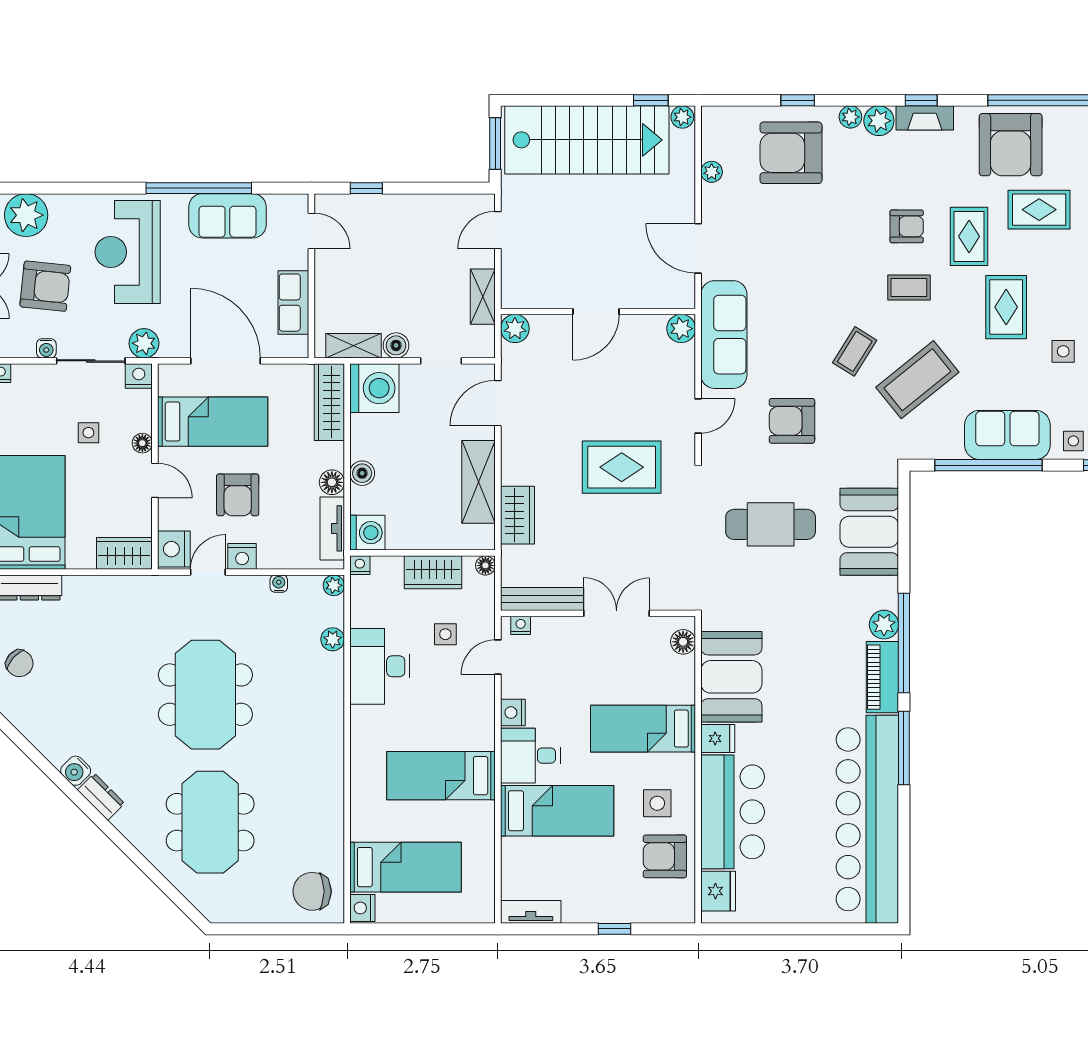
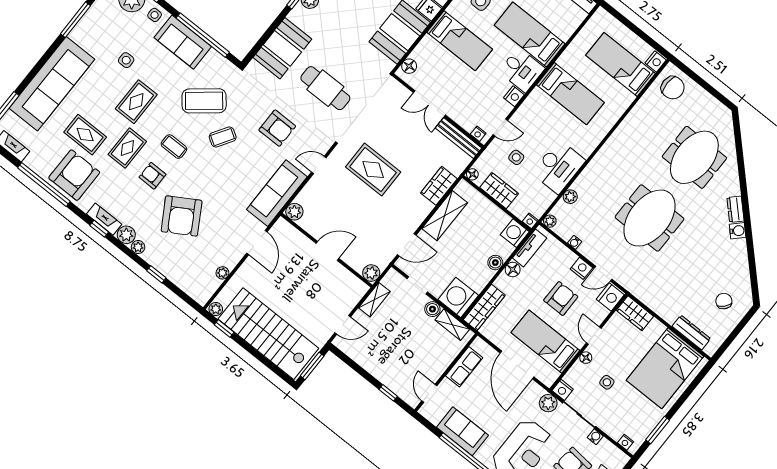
armchair: (791, 153) -> (182, 216), moved, turned 59

